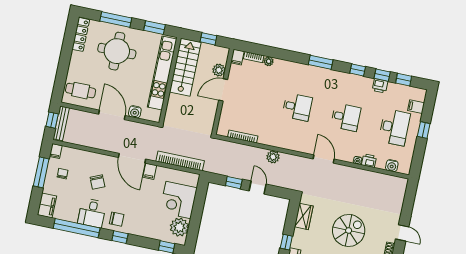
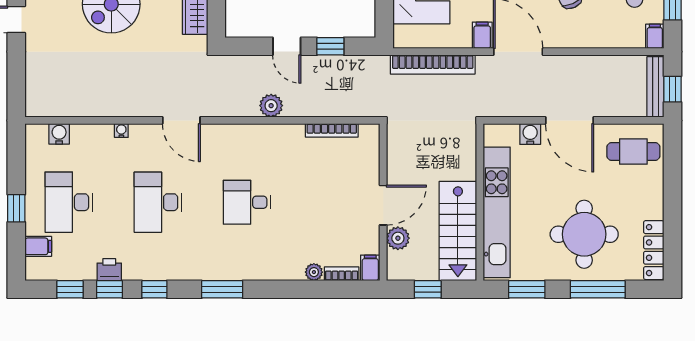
desk: (346, 117) -> (158, 202), width x1.37
printer: (369, 161) -> (101, 134), removed

